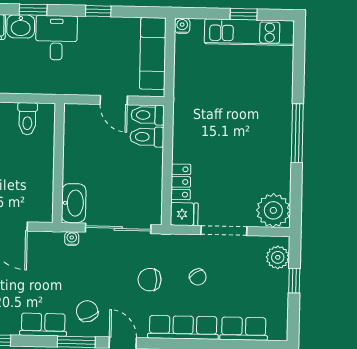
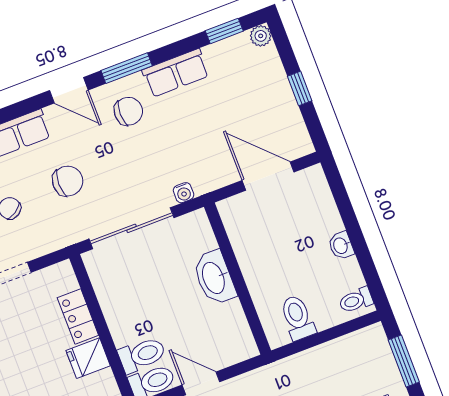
washbasin: (74, 203) -> (214, 278), moved
fridge: (184, 214) -> (88, 358), moved
chair: (87, 311) -> (128, 111), turned -67

